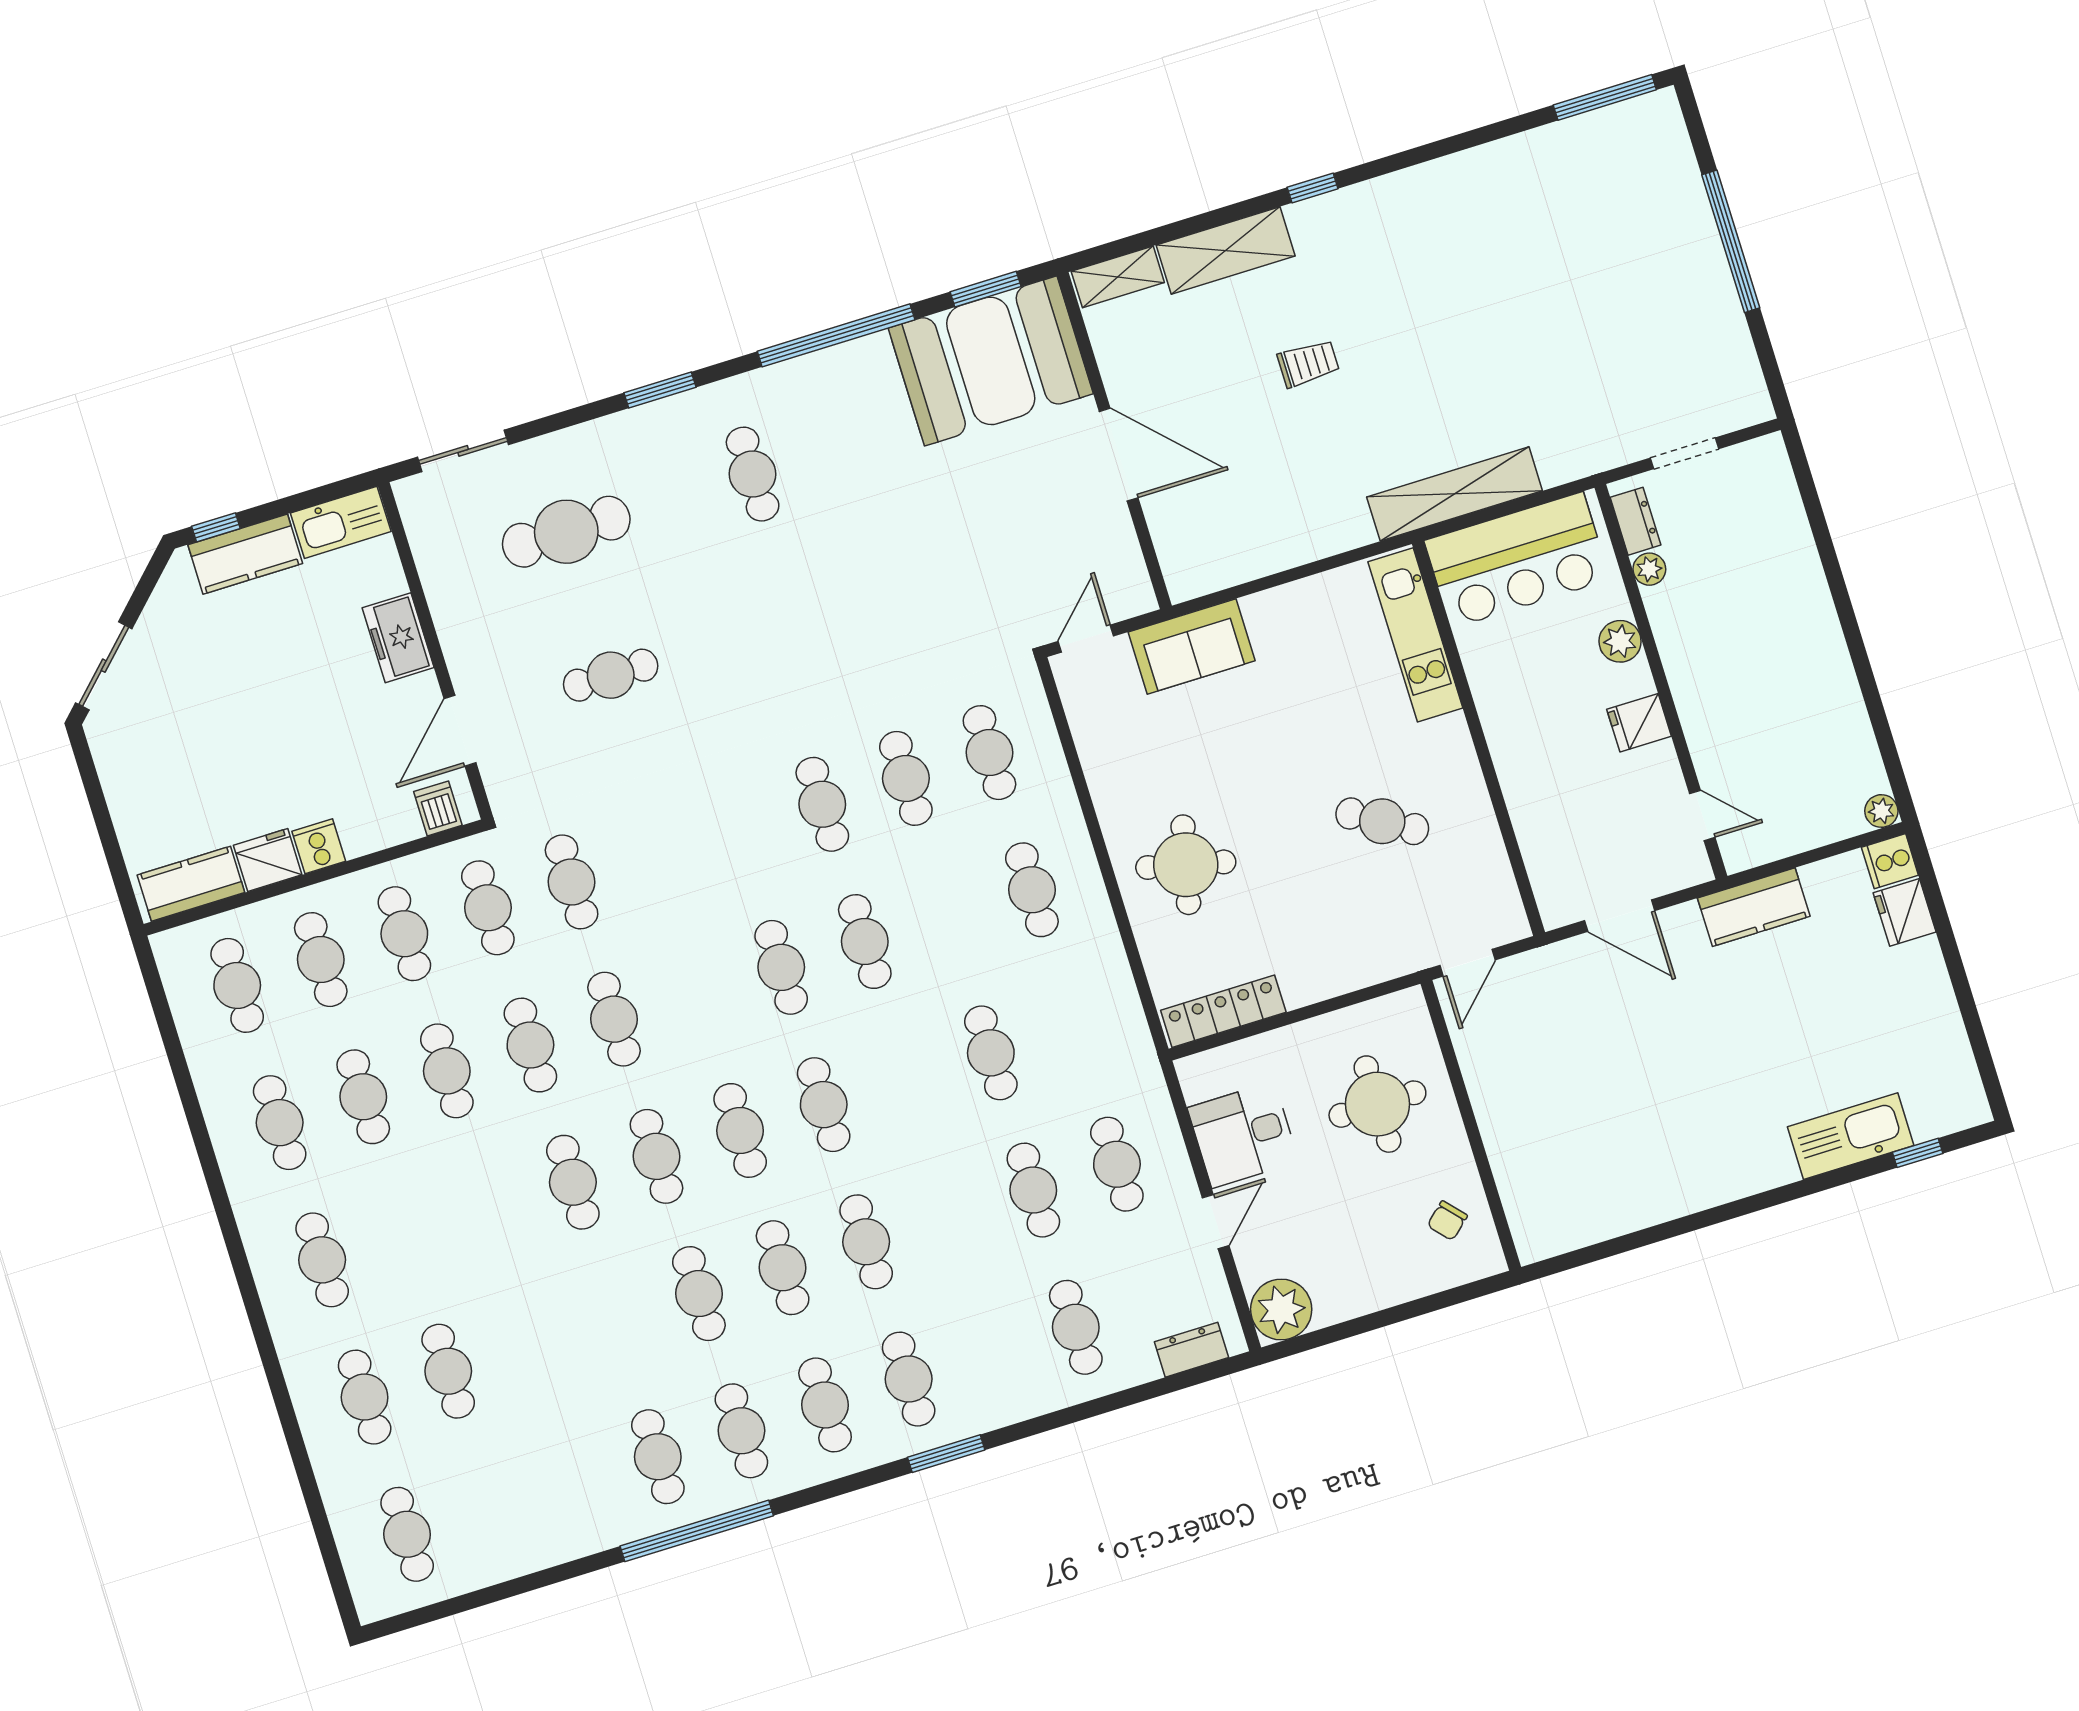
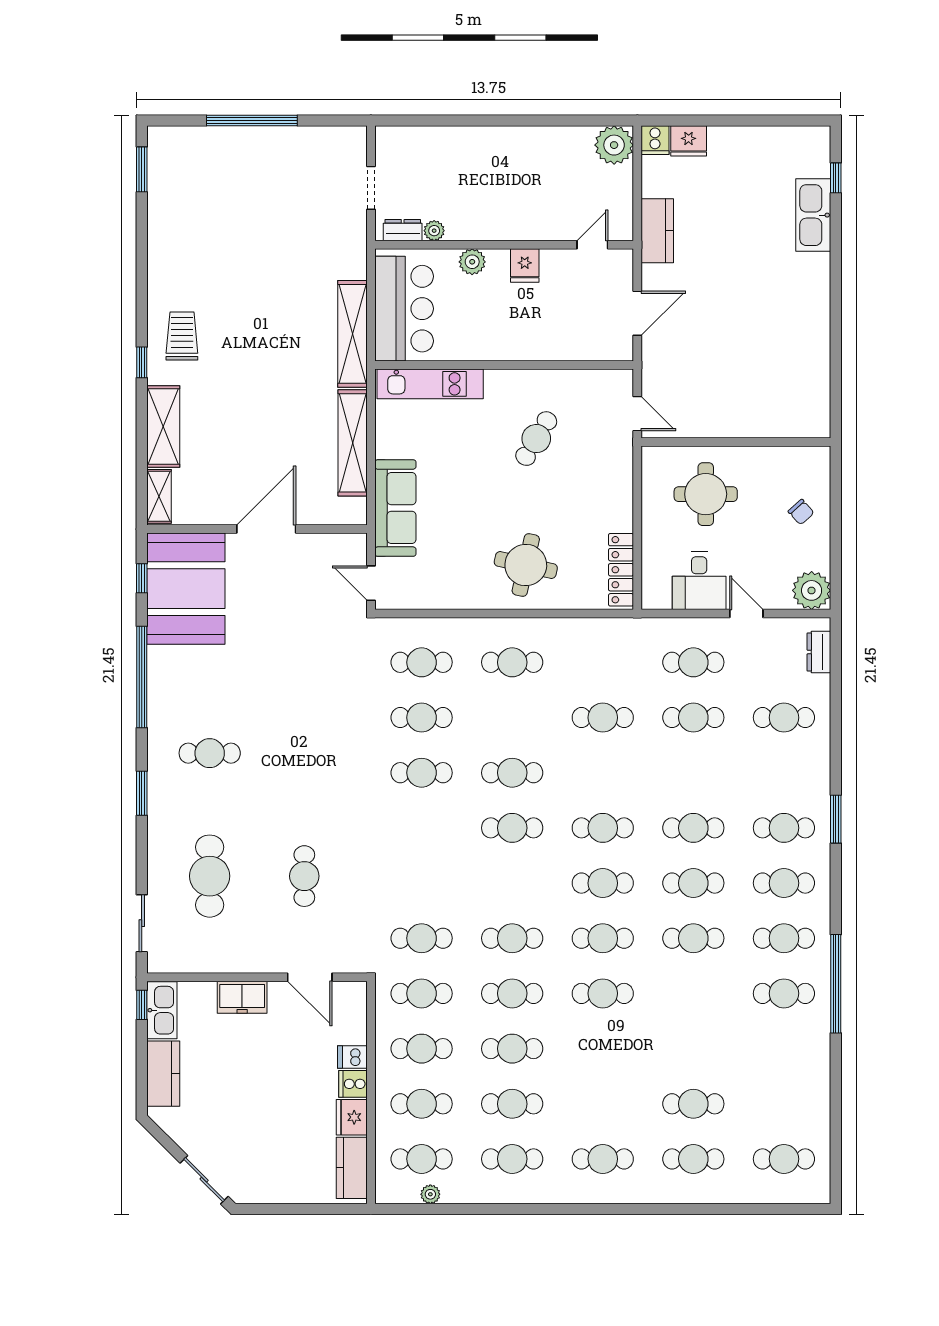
window: (1605, 97) -> (142, 169), width x0.69
window: (986, 289) -> (142, 578), width x0.67
trolley: (1308, 363) -> (182, 336), moved, width x1.36, depth x1.39
window: (216, 527) -> (142, 1005), moved
shelving: (1290, 545) -> (353, 443), added
sofa: (1192, 646) -> (395, 508), width x1.36
dishwasher: (438, 808) -> (352, 1057), moved
plant: (1881, 811) -> (614, 145), width x1.88, depth x1.88
plant: (188, 1015) -> (430, 1194), added
chair: (1447, 1221) -> (801, 512), moved

